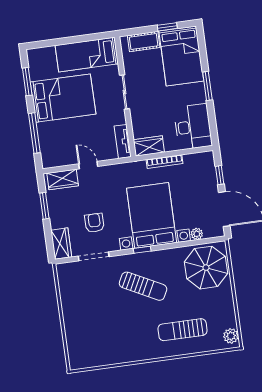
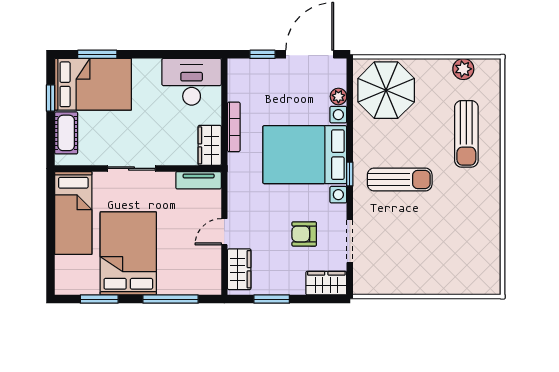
window: (207, 86) -> (97, 54), moved
sun lounger: (143, 286) -> (400, 179), turned 63
plant: (231, 336) -> (463, 69), moved

